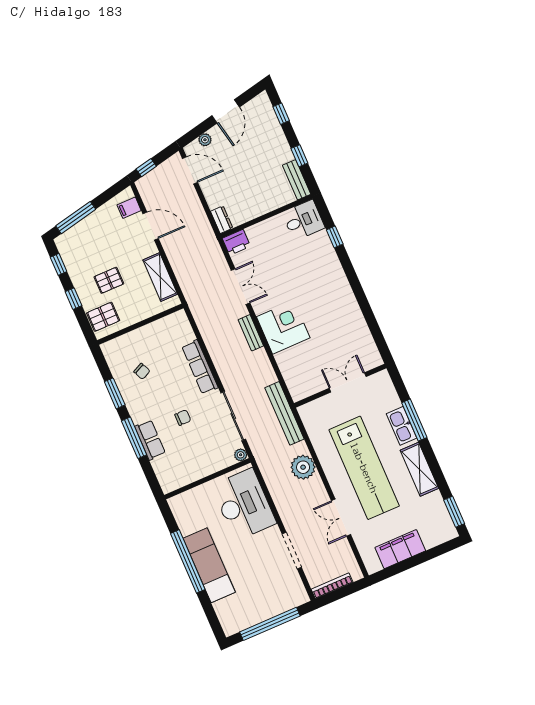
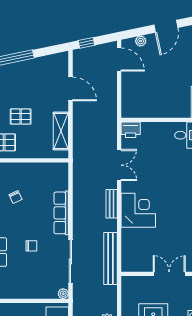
filing cabinet: (129, 208) -> (60, 68), removed
dresser: (222, 220) -> (127, 108), removed
bench: (284, 413) -> (111, 258), moved

